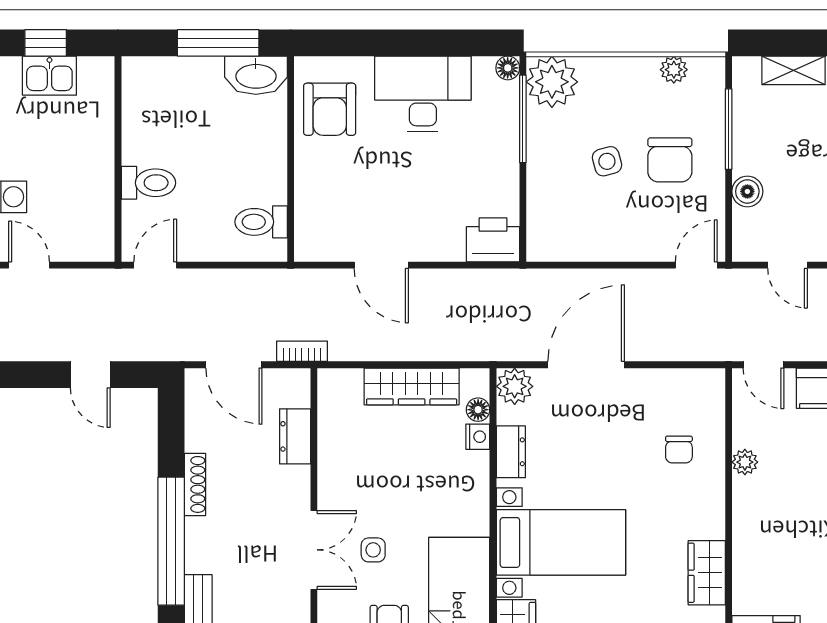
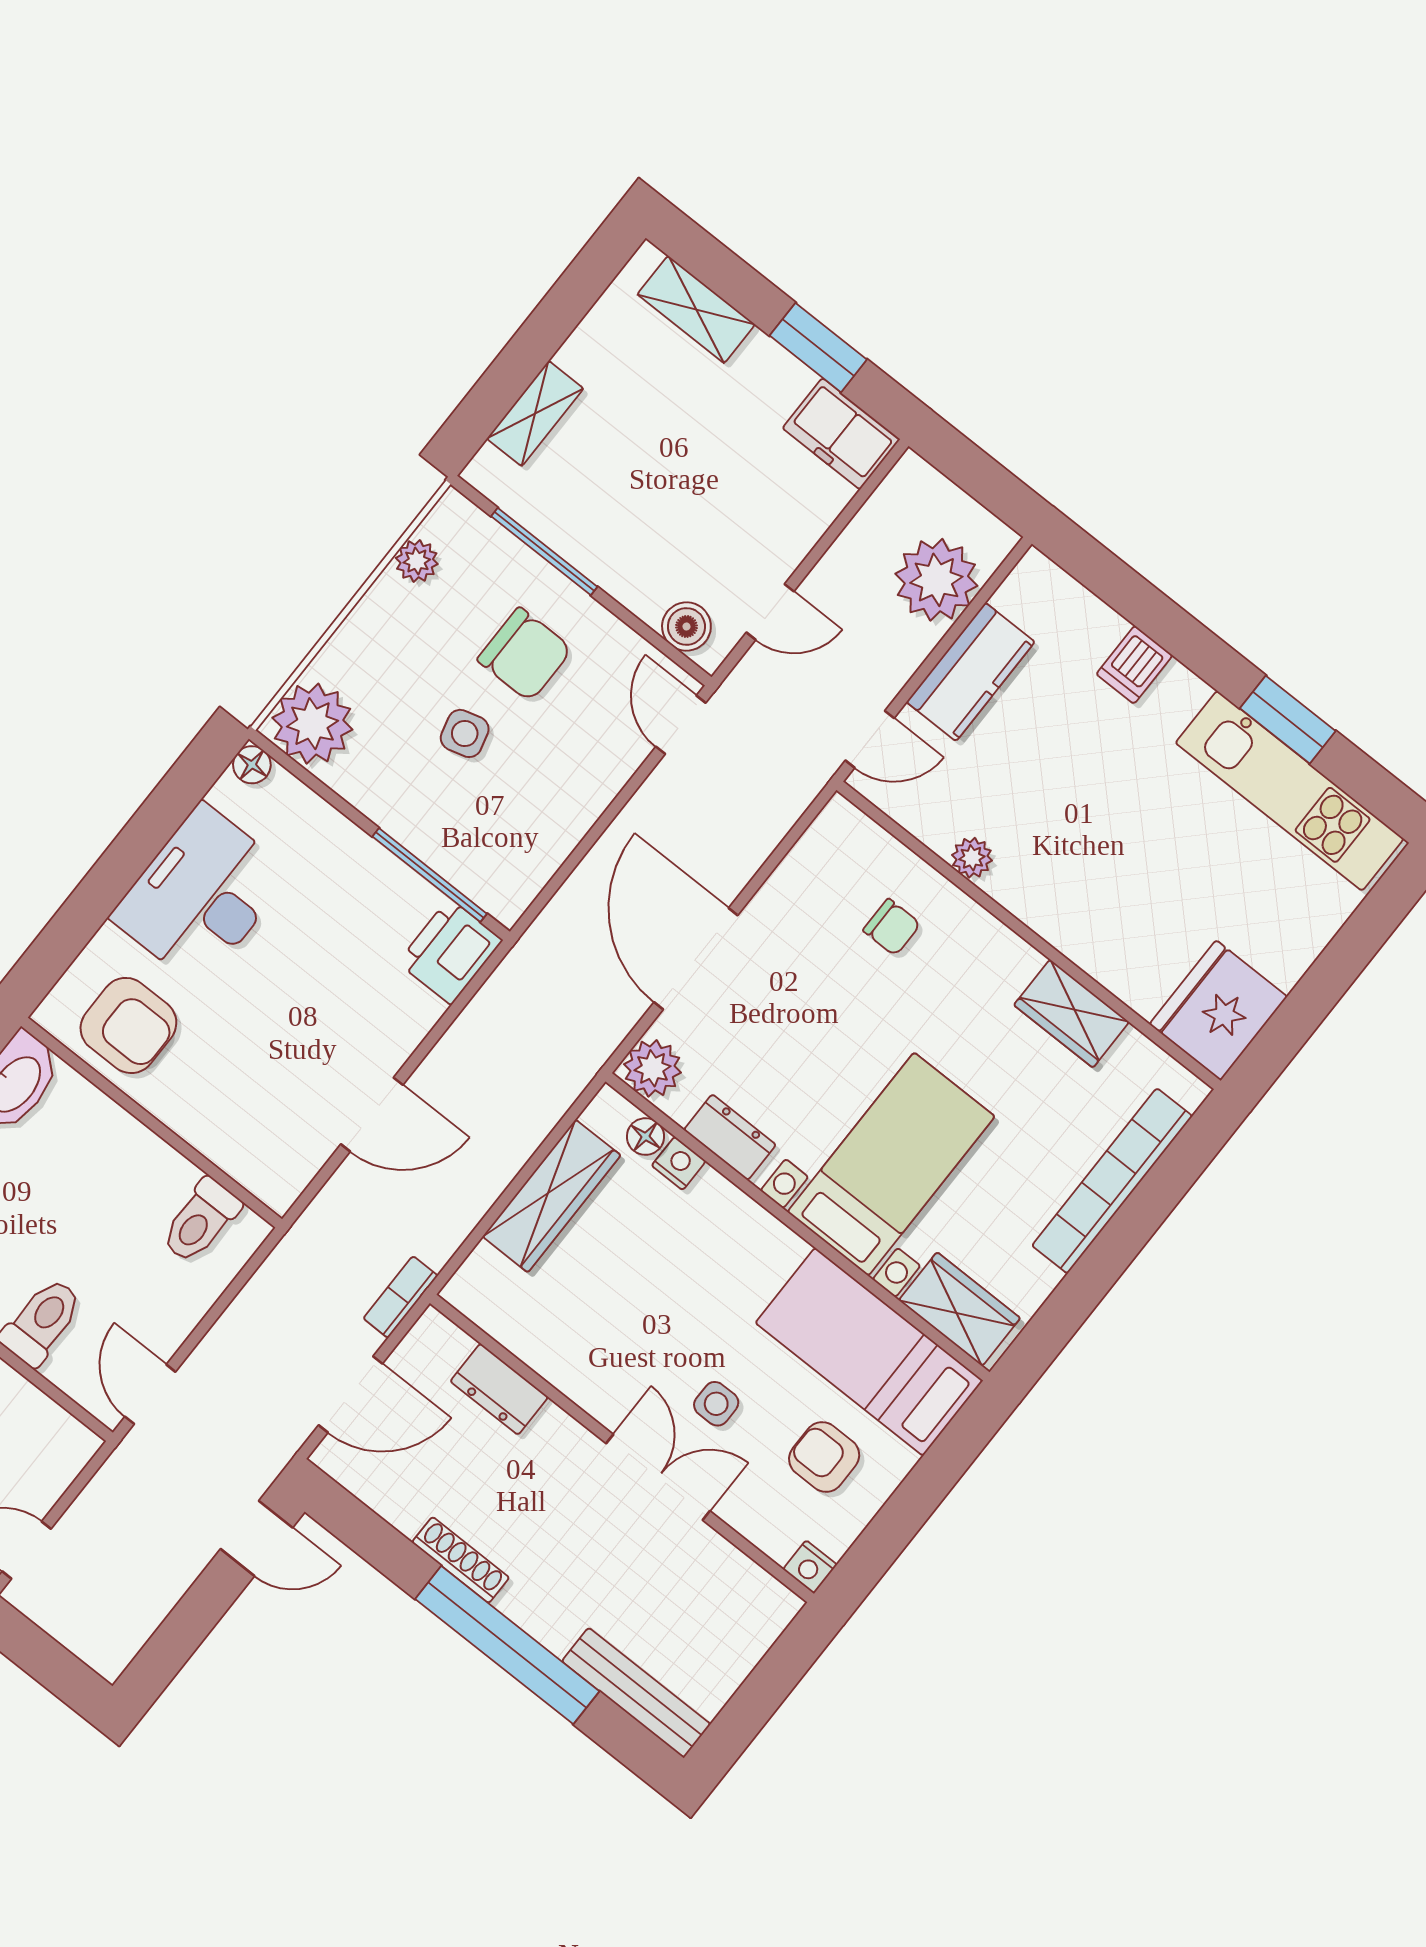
window: (523, 119) -> (430, 875), moved
boiler: (747, 191) -> (686, 626), moved
door: (90, 375) -> (257, 1538), moved

